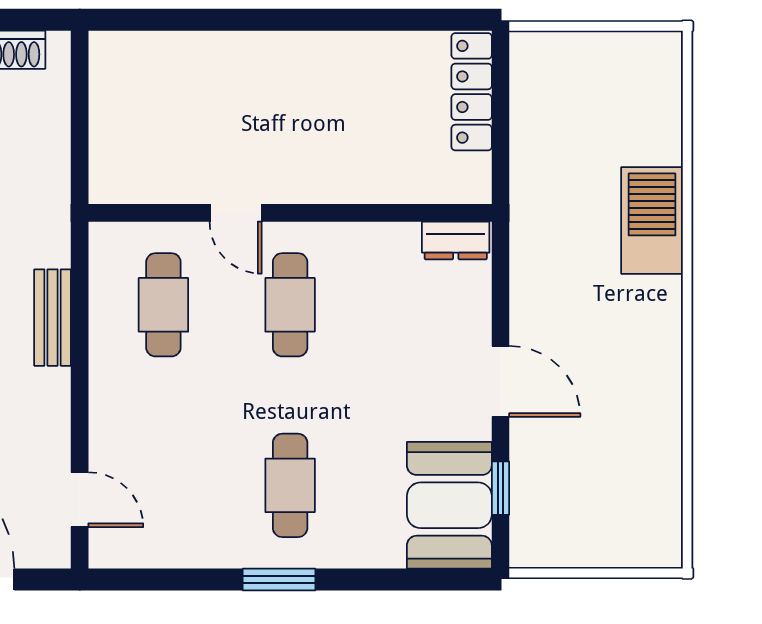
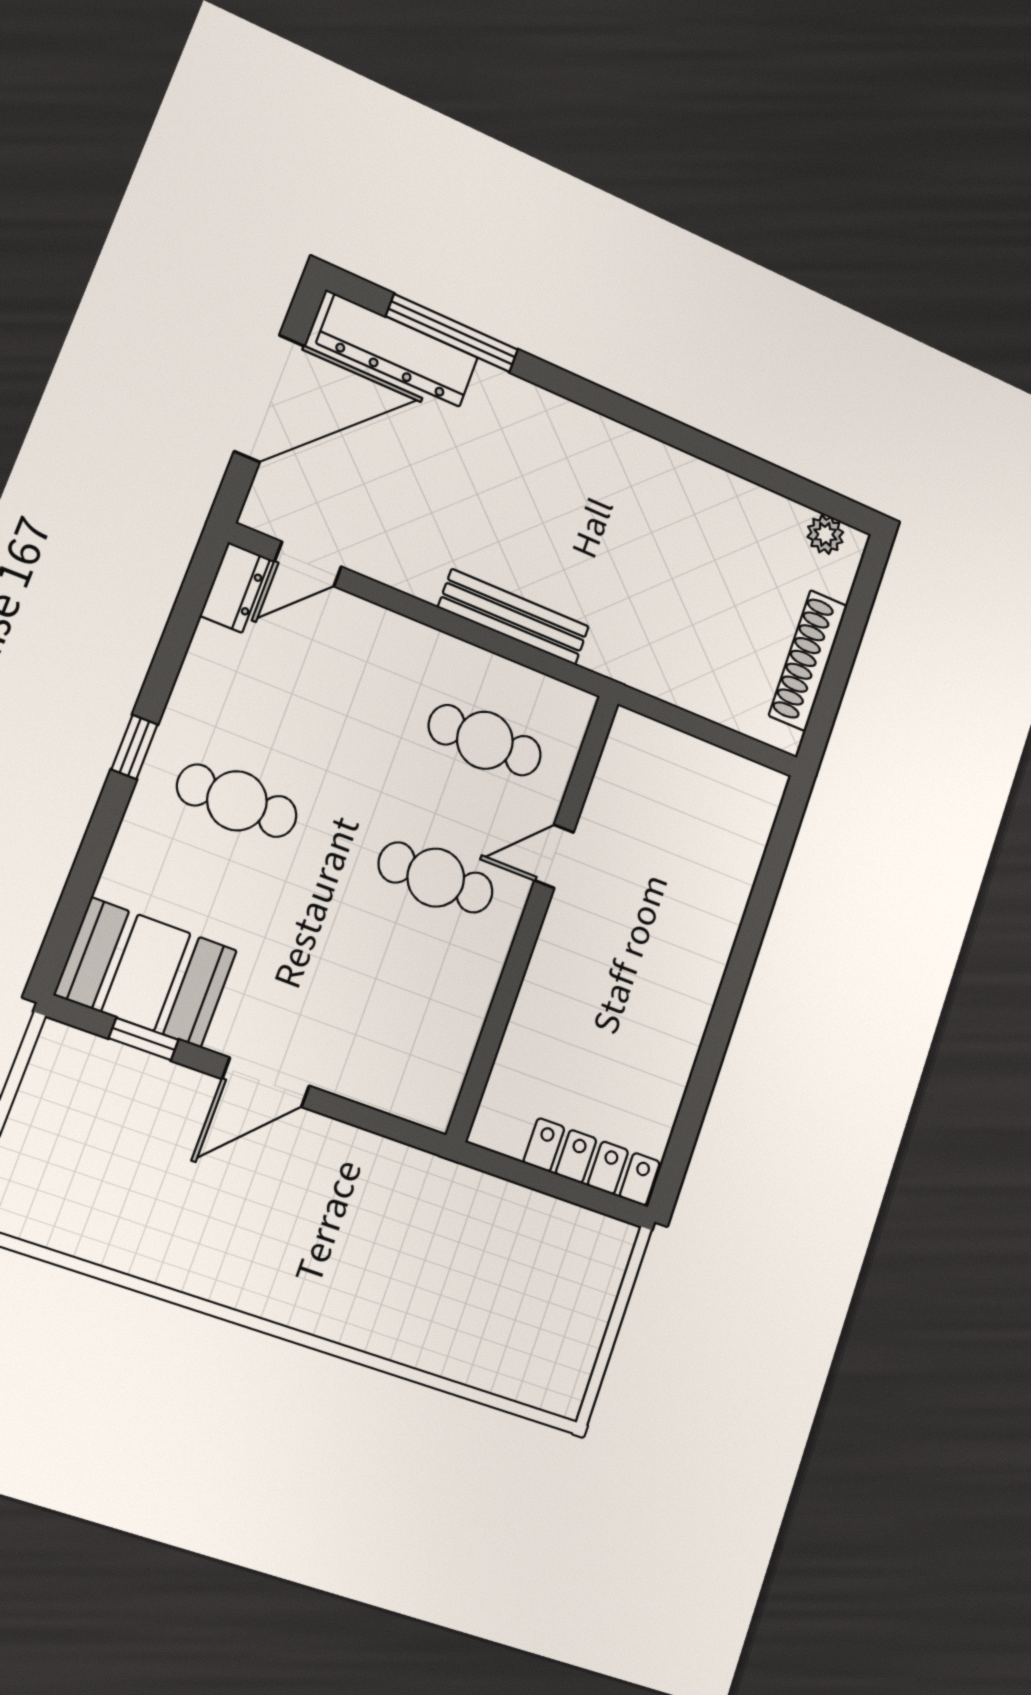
barbecue: (652, 220) -> (383, 1319), removed
dresser: (456, 241) -> (235, 588), moved, turned 180
bench: (53, 318) -> (514, 617), width x1.36
window: (279, 580) -> (134, 747), width x0.67

